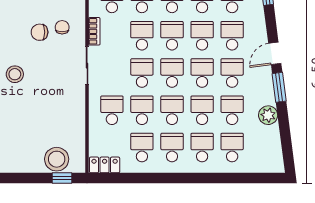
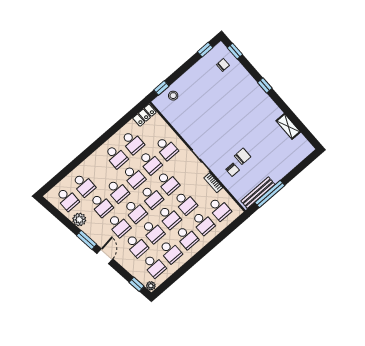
stool: (15, 74) -> (236, 122), removed
school desk: (202, 148) -> (67, 199), moved
stool: (57, 159) -> (173, 96), width x0.53, depth x0.53

